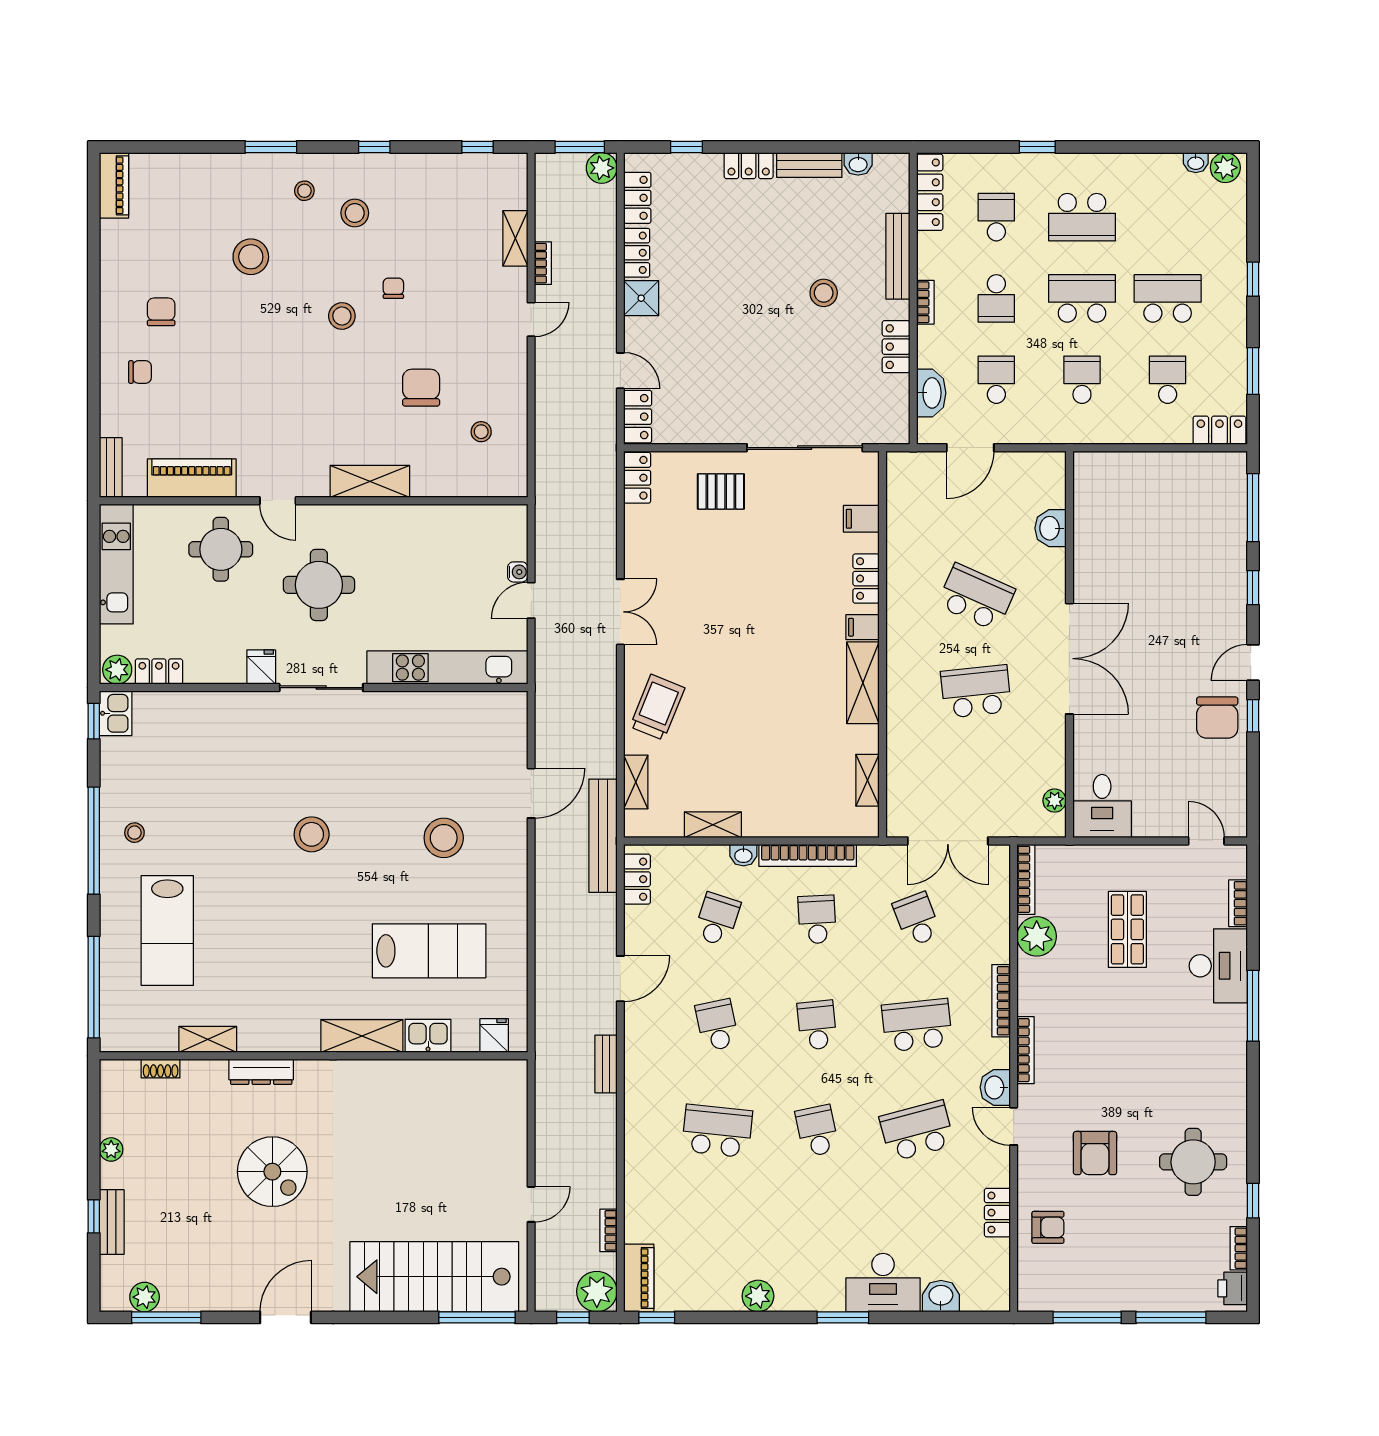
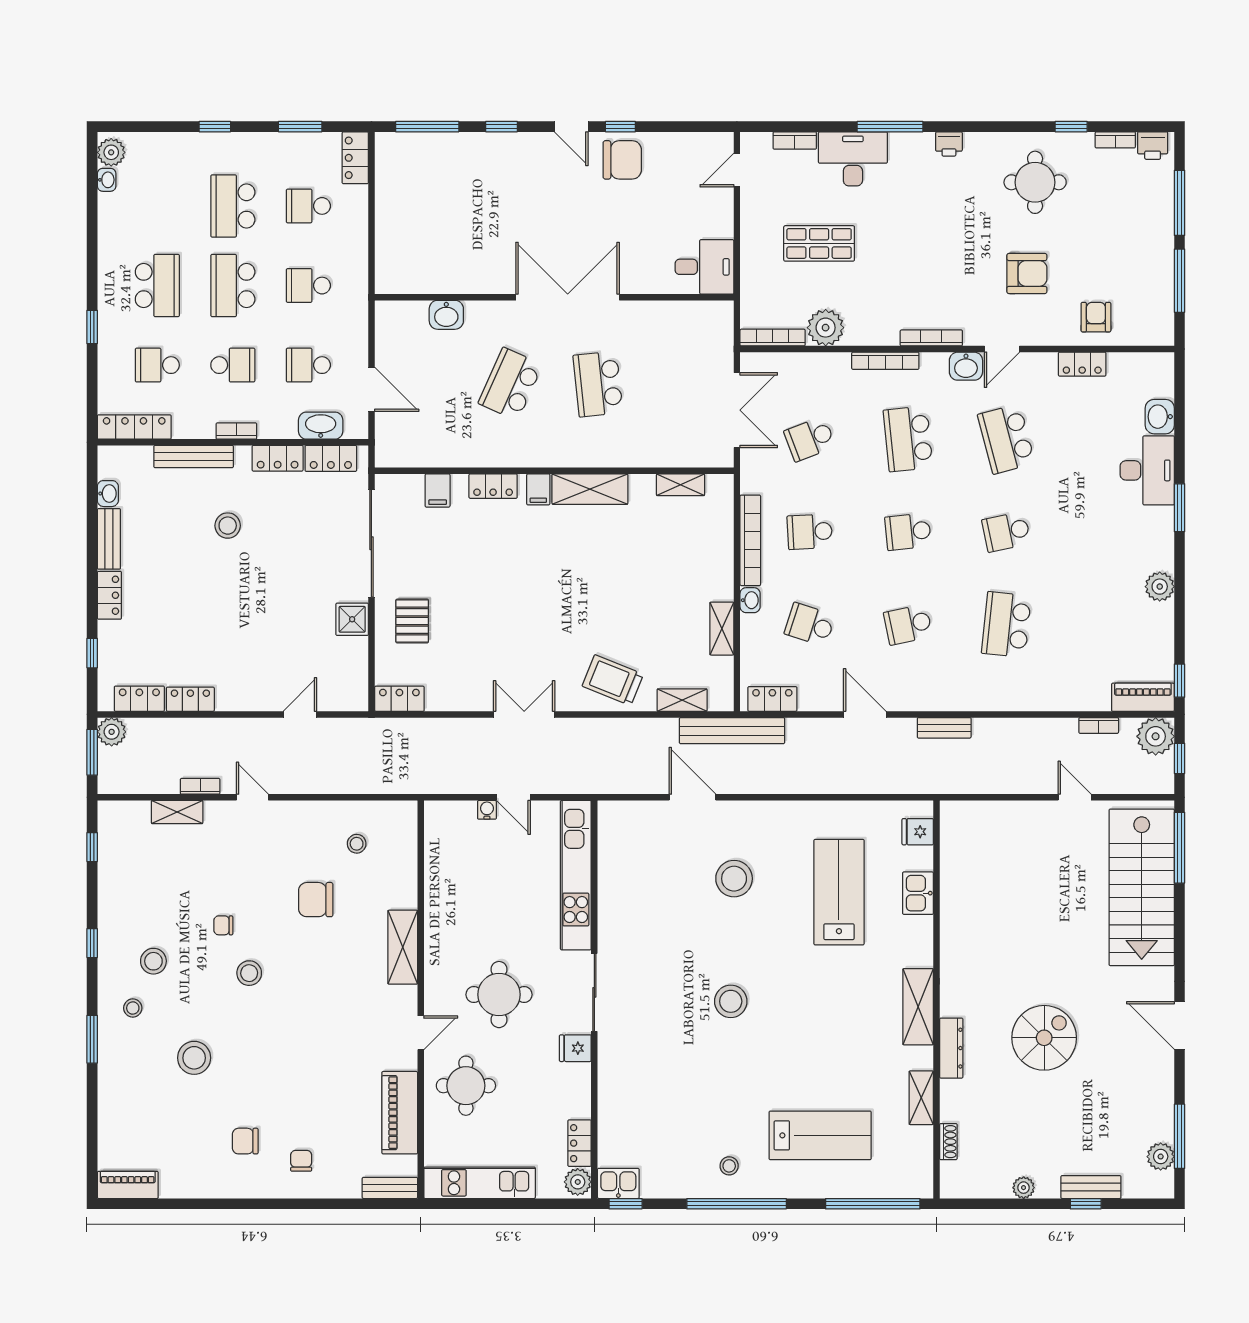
shower: (641, 298) -> (352, 619), moved
locker: (638, 417) -> (331, 458), moved, turned 180
plant: (1055, 801) -> (699, 311), removed
shelving: (362, 1036) -> (918, 1007), moved
printer: (1234, 1069) -> (949, 144), added

